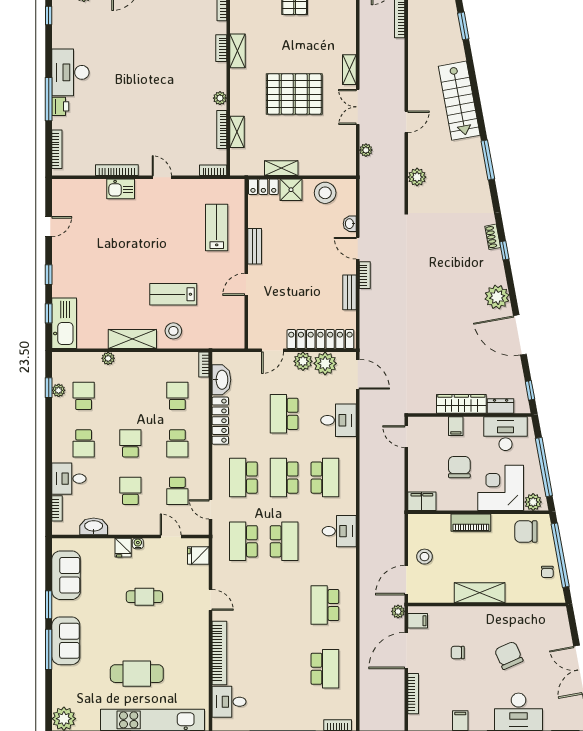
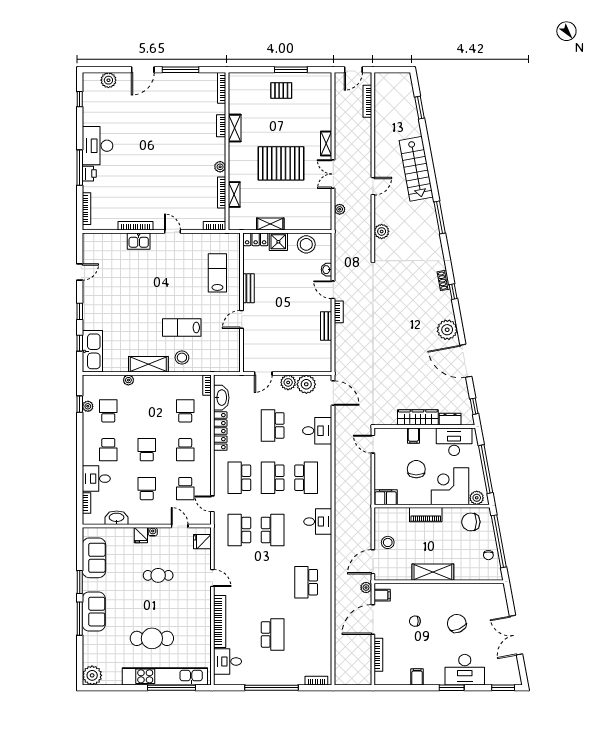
locker: (320, 339) -> (302, 364), removed
school desk: (325, 669) -> (273, 634), moved

